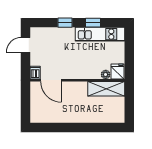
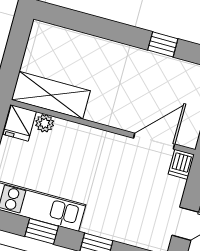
door: (51, 80) -> (154, 141), hinge flipped
window: (59, 127) -> (163, 44), added

